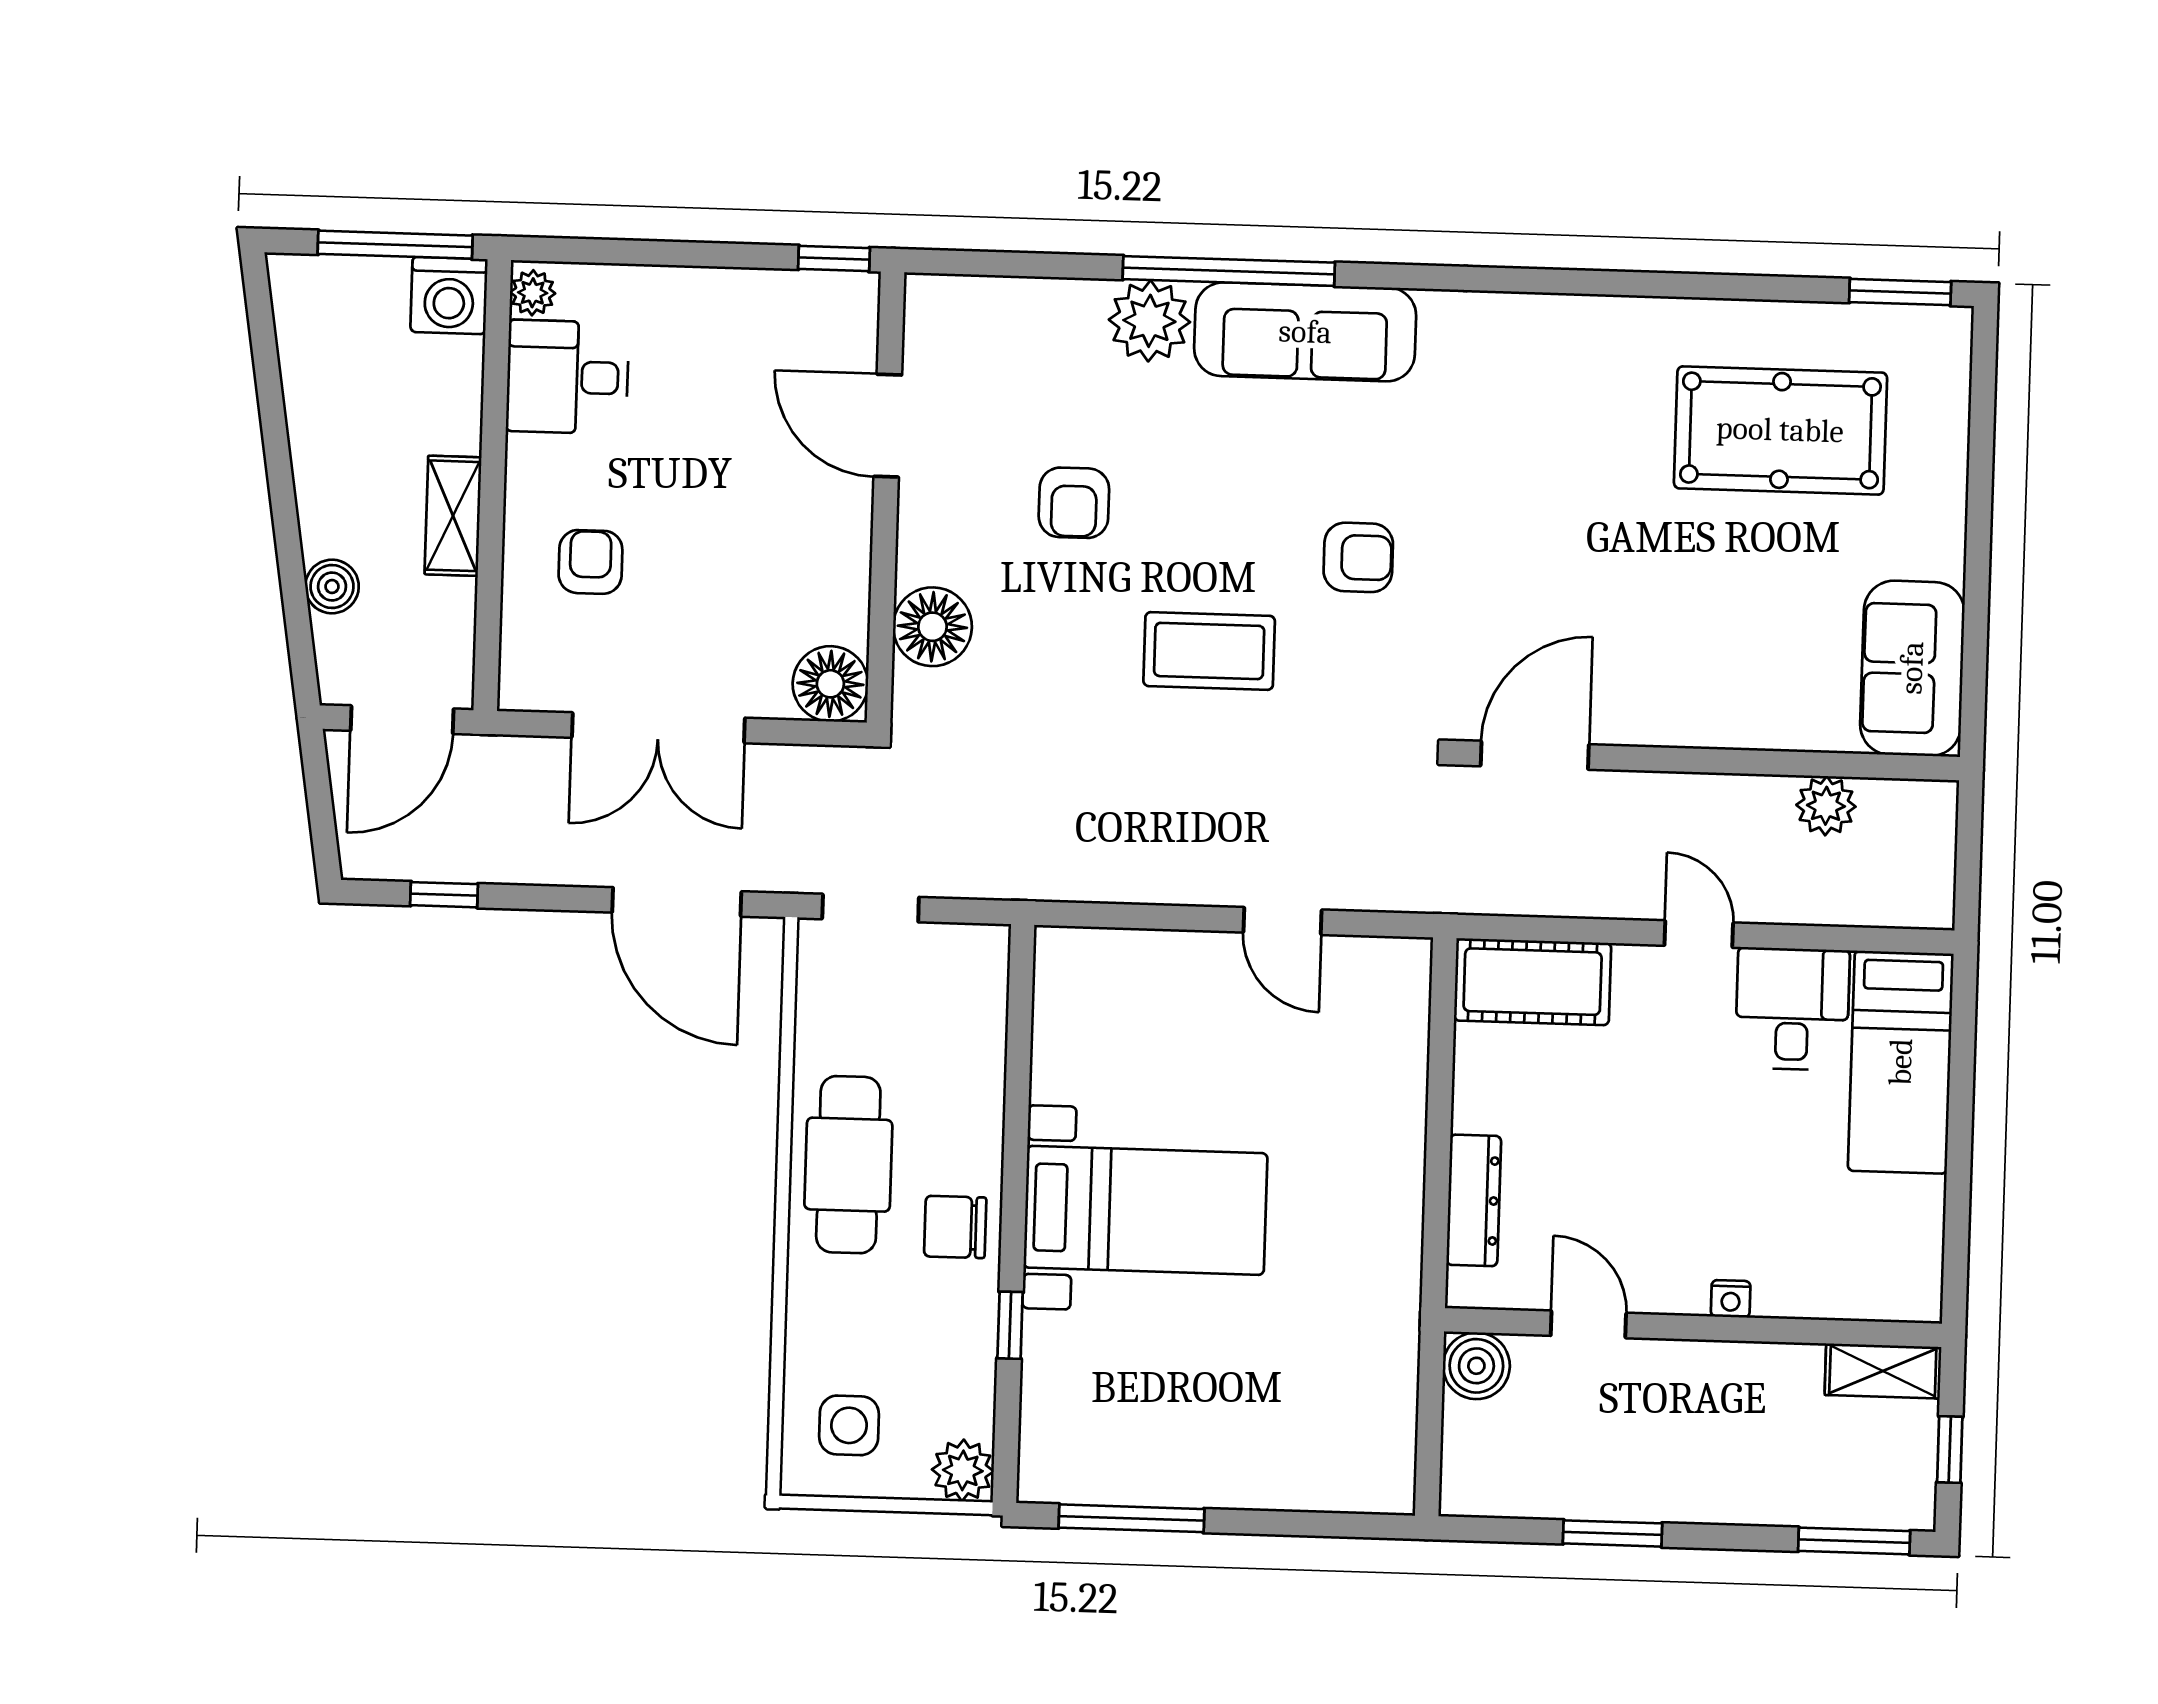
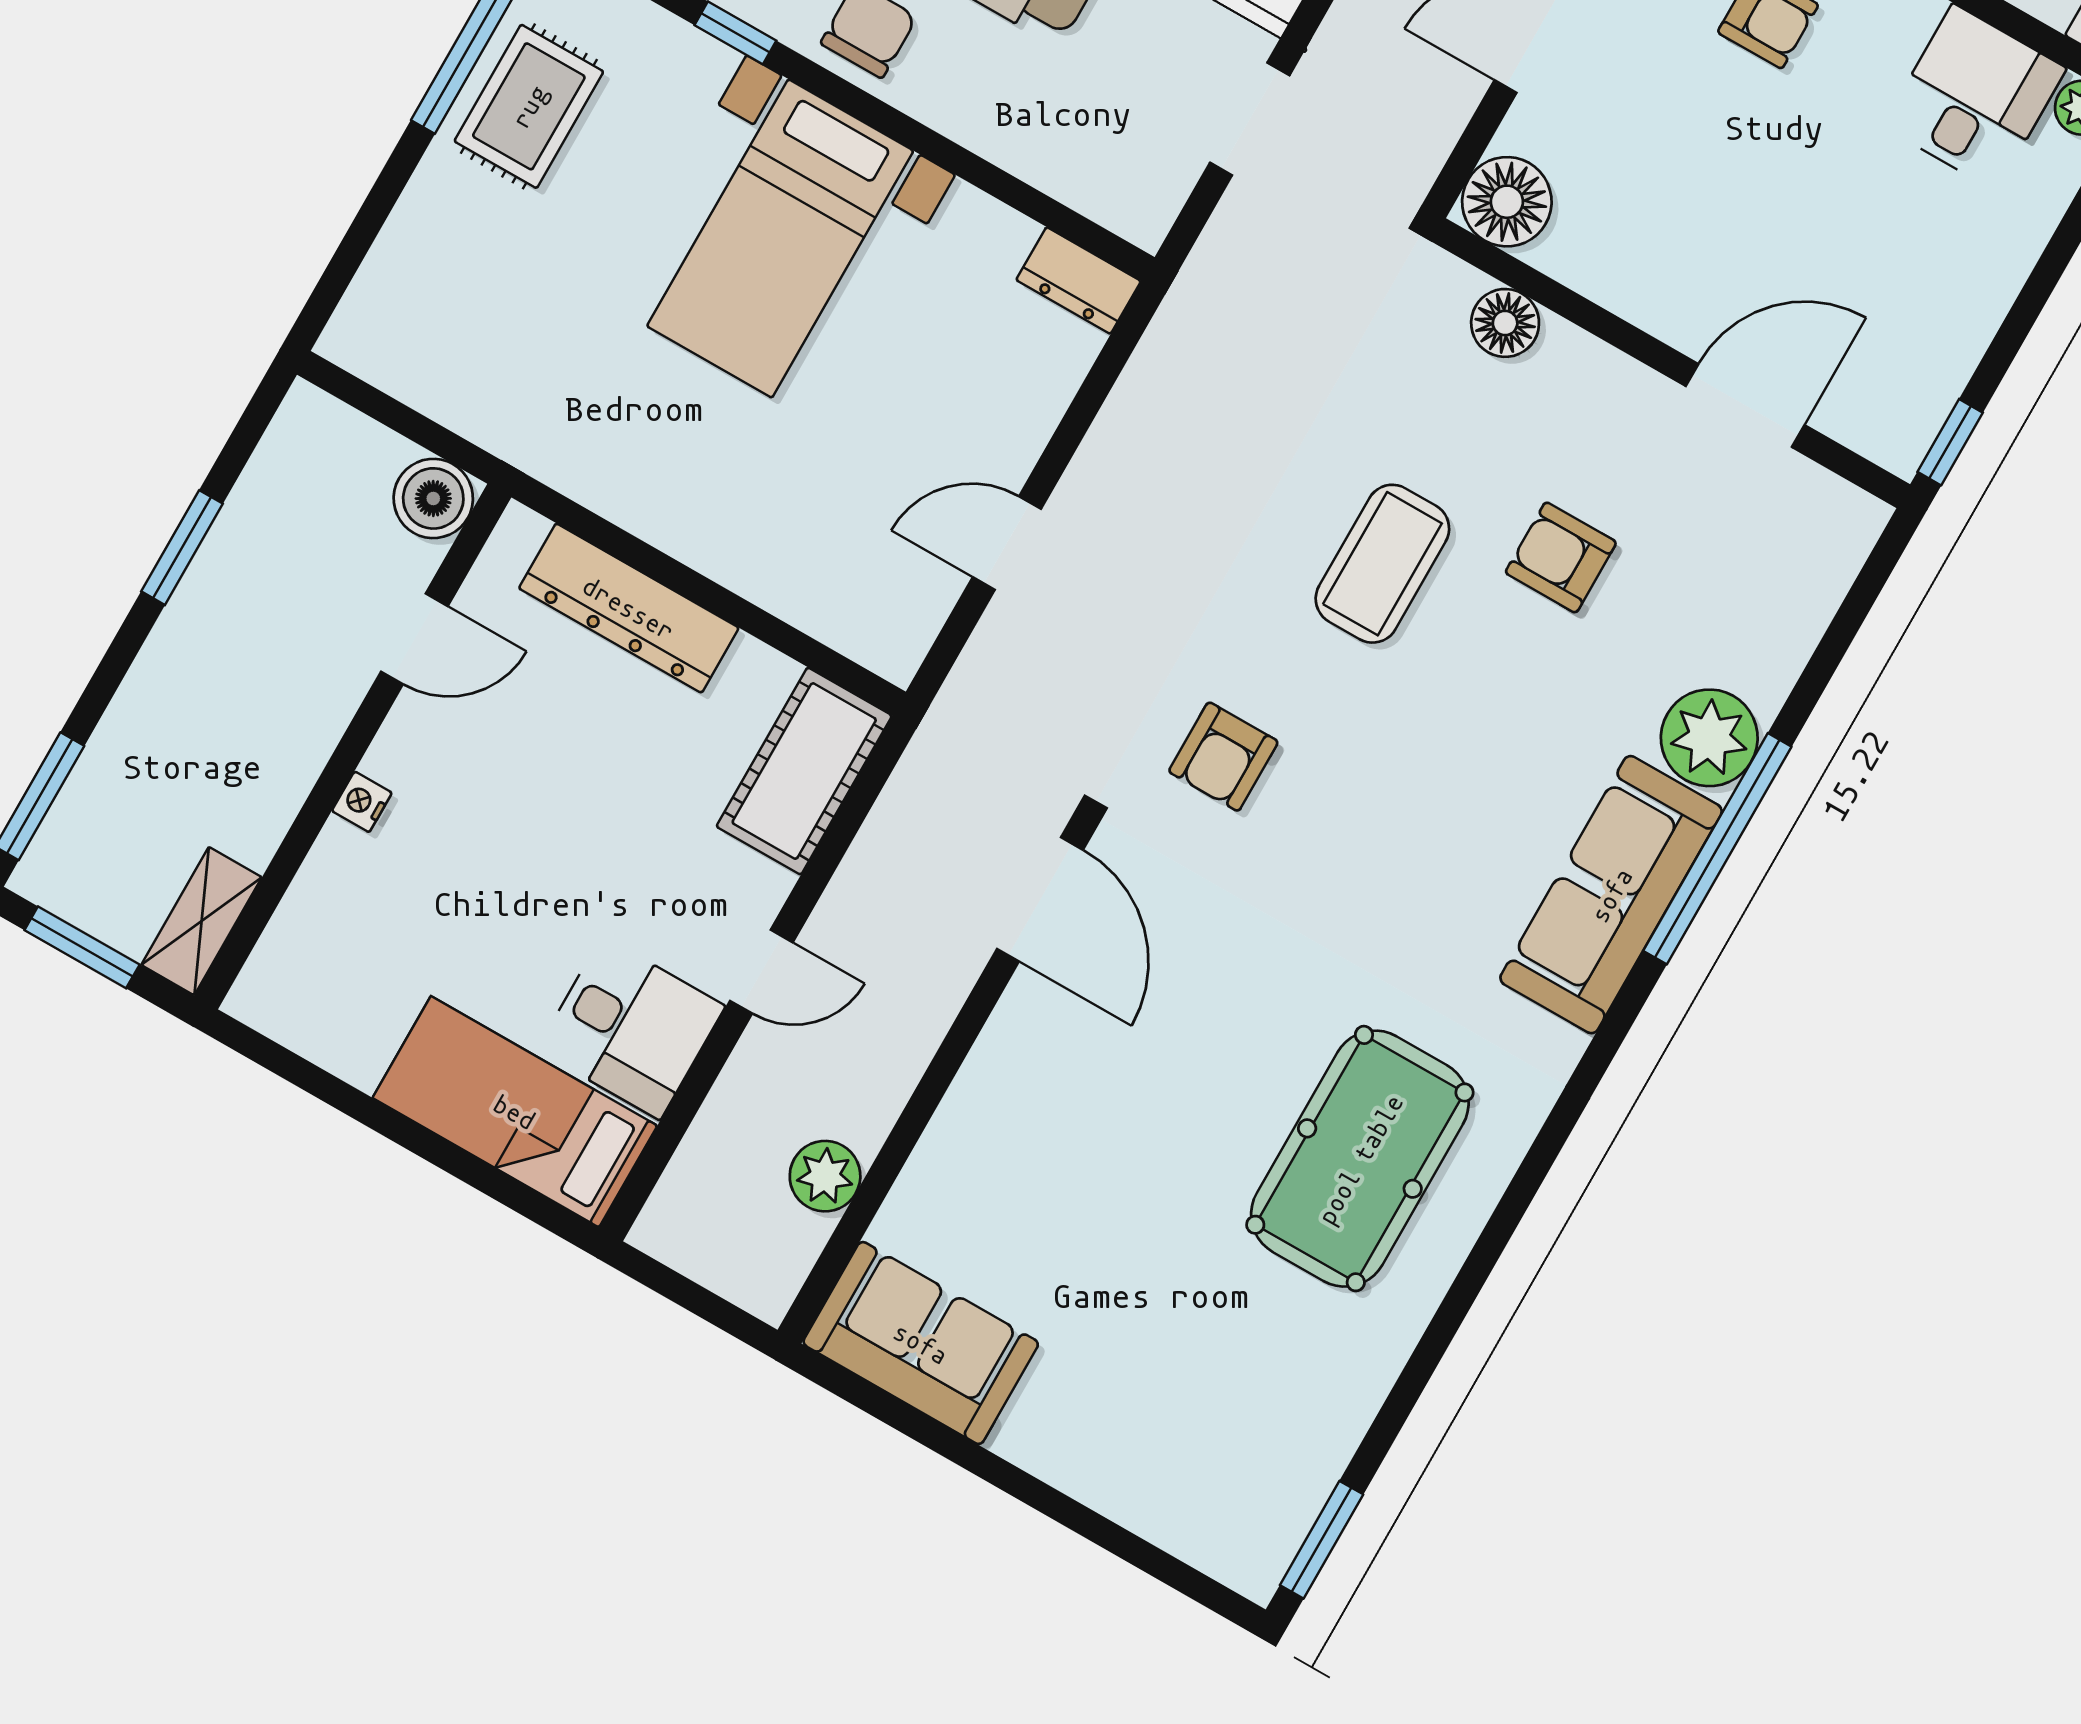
pool table: (1780, 430) -> (1360, 1159), moved
armchair: (1358, 557) -> (1223, 757), moved
floor lamp: (932, 627) -> (1505, 323), width x0.73, depth x0.73
coffee table: (1209, 651) -> (1382, 564), moved
dresser: (1059, 972) -> (1078, 281), added
dresser: (1474, 1200) -> (629, 608), width x1.37, depth x1.24
rug: (1147, 1450) -> (529, 106), added
window: (1950, 1450) -> (82, 947), width x1.50

